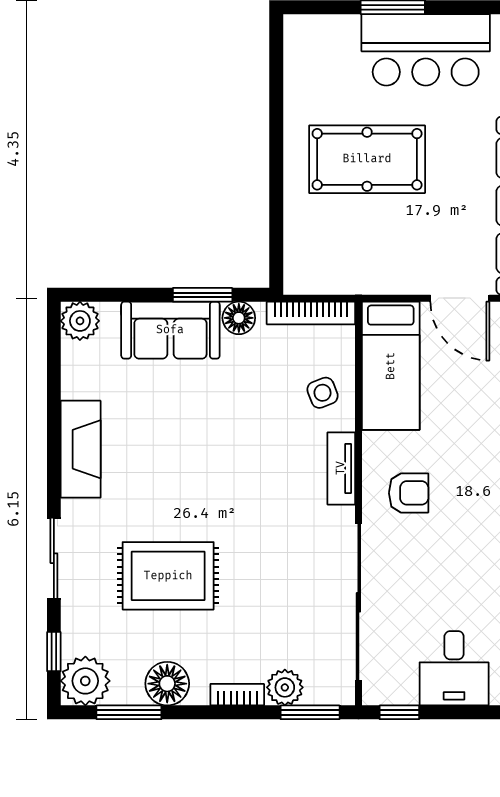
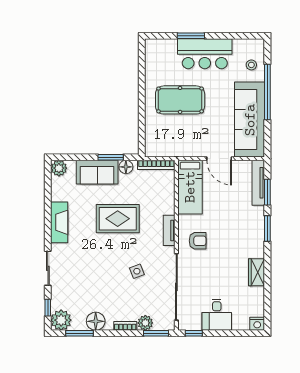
side table: (323, 393) -> (137, 271), moved
rug: (168, 576) -> (118, 219), moved

